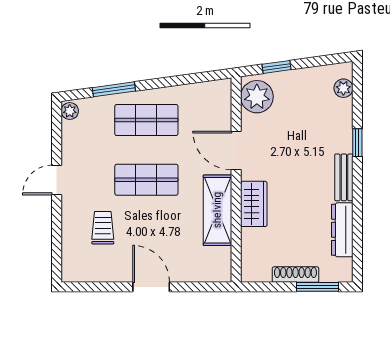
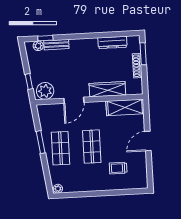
window: (114, 89) -> (41, 142), moved
window: (357, 143) -> (45, 38), moved
bench: (344, 177) -> (56, 45), moved
door: (57, 180) -> (94, 194), removed
wardrobe: (254, 204) -> (107, 89), width x1.50
shelving: (217, 210) -> (125, 107), moved

